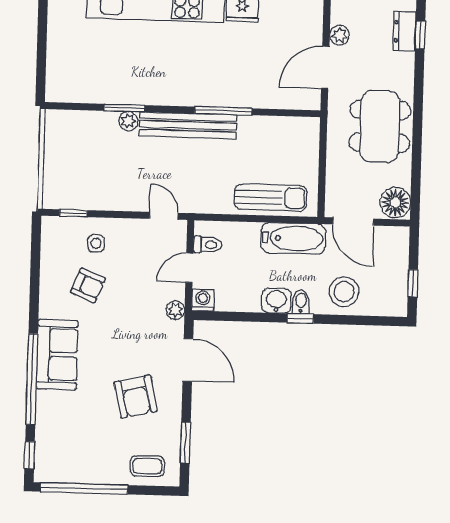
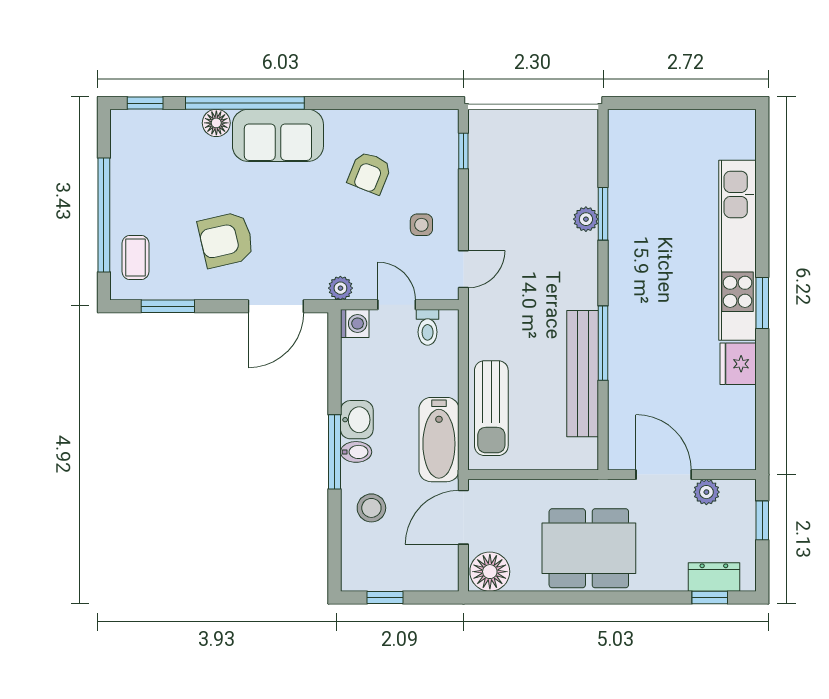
bench: (188, 125) -> (583, 374), moved
side table: (96, 243) -> (421, 225), moved
stool: (344, 292) -> (371, 508), width x0.73, depth x0.73
window: (300, 318) -> (334, 452), width x2.17
floor lamp: (46, 401) -> (216, 123), added
window: (84, 488) -> (104, 215), moved

